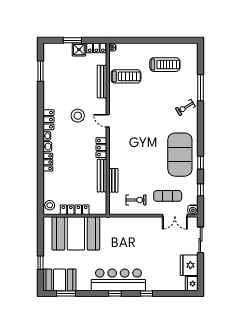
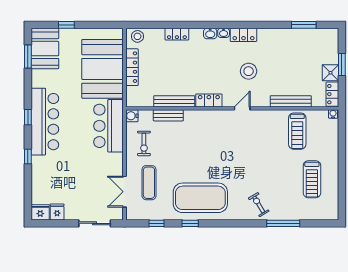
locker: (48, 162) -> (177, 34), moved
water cooler: (193, 210) -> (132, 116), moved
bar counter: (122, 229) -> (109, 126), added
fridge: (189, 265) -> (57, 212), width x0.53, depth x0.75

